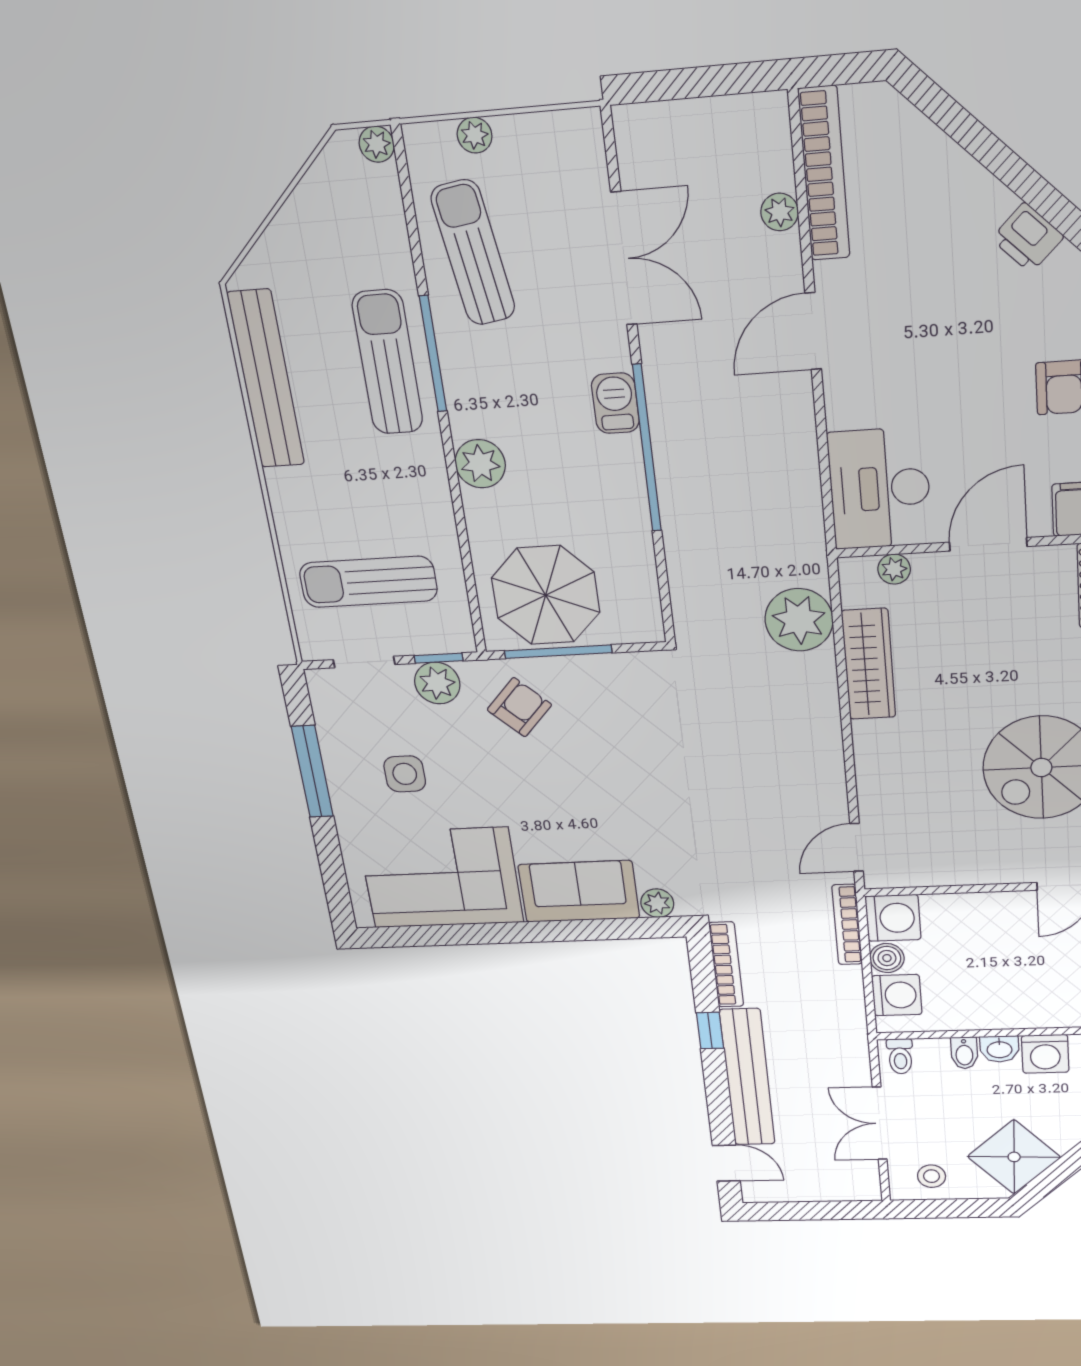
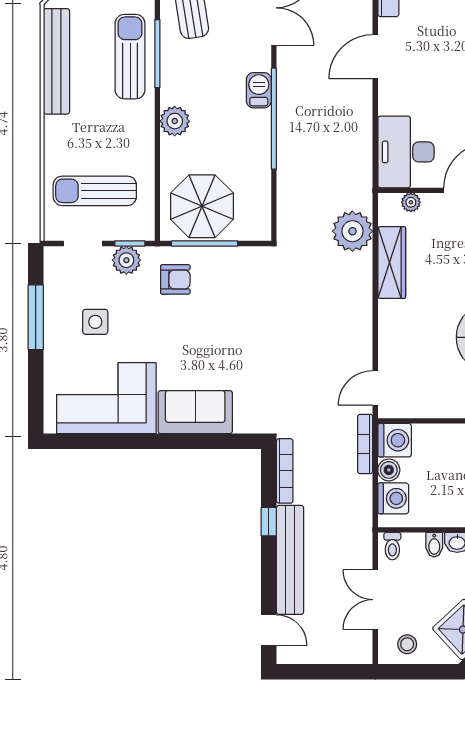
armchair: (519, 707) -> (175, 279), turned 47
plant: (657, 903) -> (245, 423), removed

